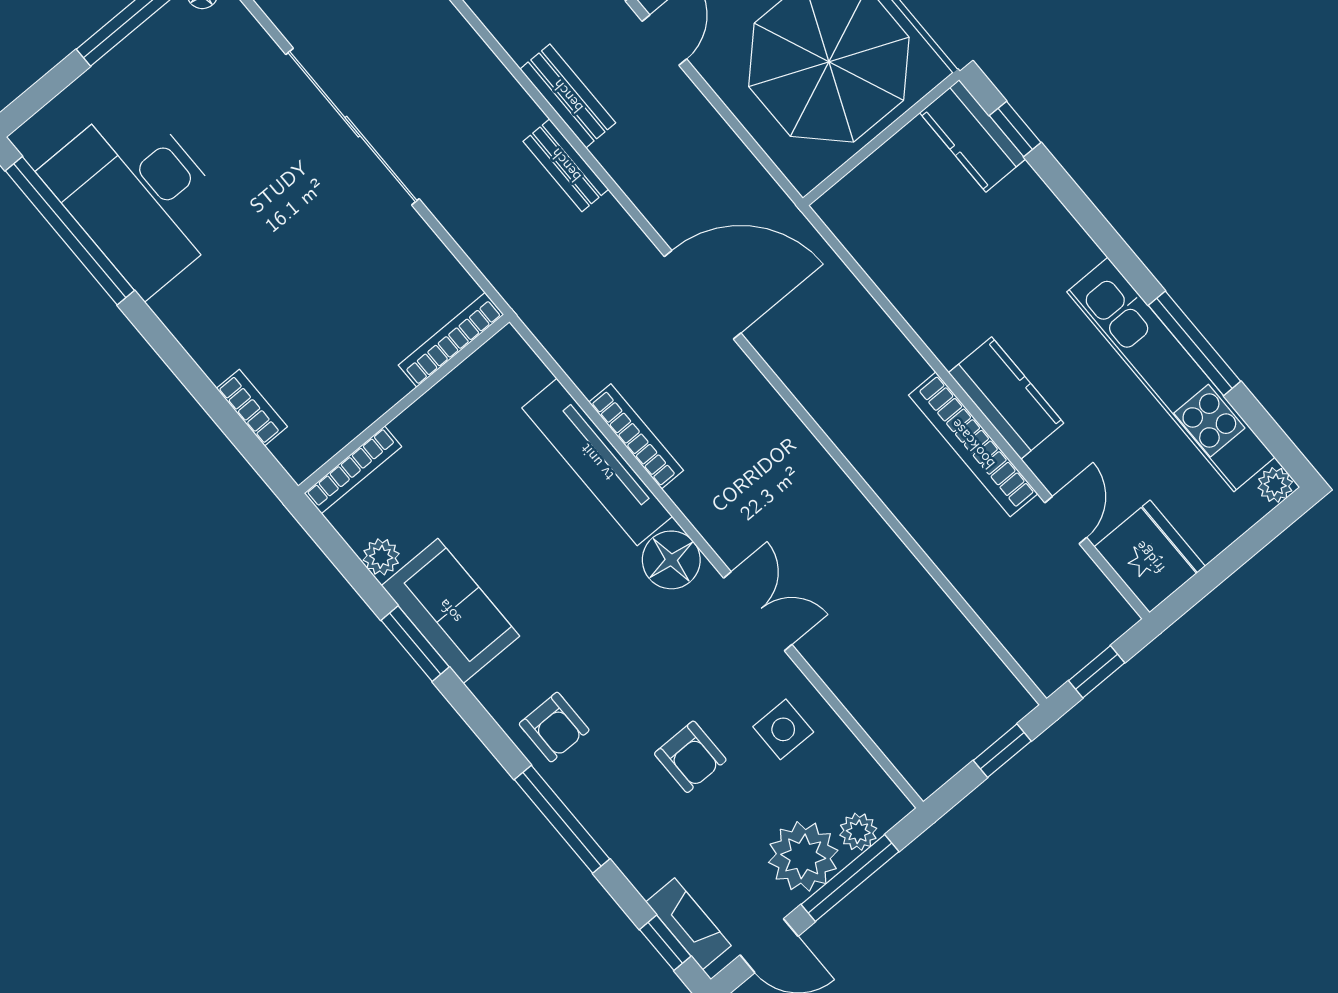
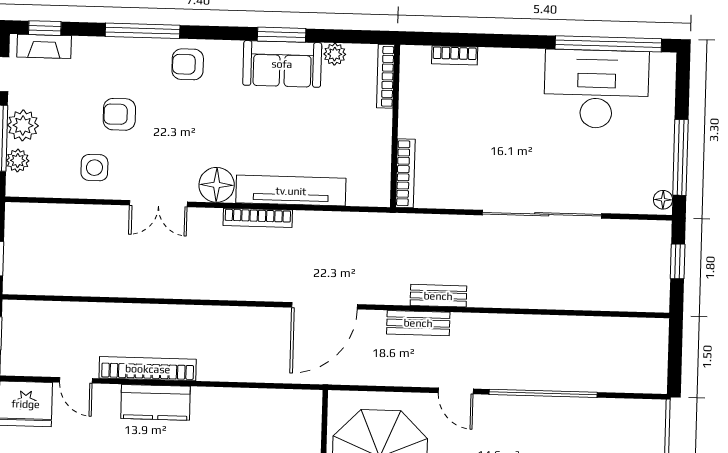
bench: (568, 96) -> (418, 323), moved
bookcase: (636, 436) -> (258, 218), moved
plant: (803, 856) -> (23, 125), width x0.73, depth x0.73

